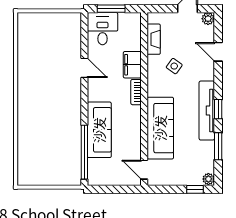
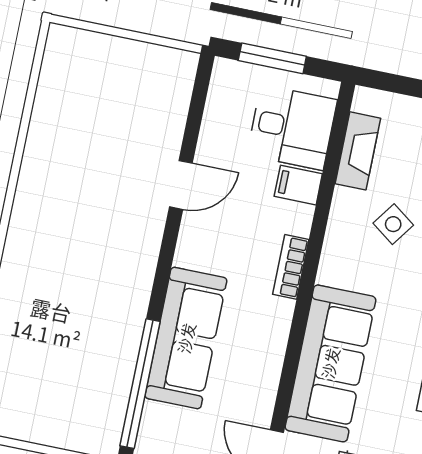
desk: (102, 29) -> (292, 127), moved, turned 90
filing cabinet: (132, 65) -> (298, 185), width x0.50
door: (84, 68) -> (181, 185), hinge flipped

